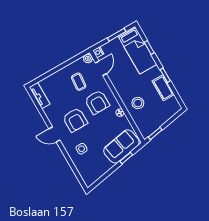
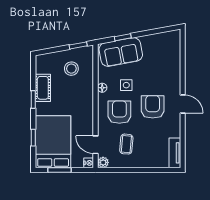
bed: (137, 50) -> (53, 142), width x1.50
door: (101, 68) -> (96, 145), hinge flipped
stool: (138, 103) -> (71, 69), moved
side table: (82, 149) -> (126, 85), moved

